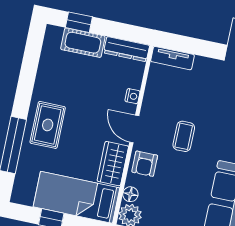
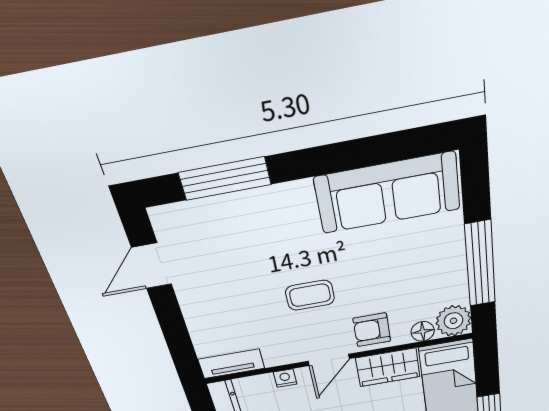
tv unit: (172, 58) -> (231, 364), moved, turned -90
armchair: (145, 164) -> (372, 330), turned 180

